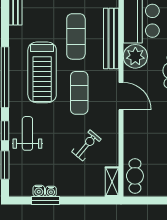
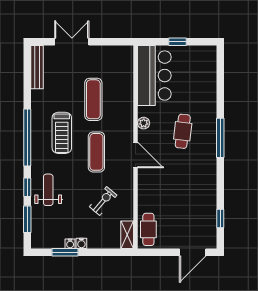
bench: (111, 39) -> (126, 101), removed
plant: (135, 56) -> (144, 123), width x0.53, depth x0.53
treadmill: (42, 72) -> (62, 133), width x0.73, depth x0.73
water cooler: (39, 191) -> (81, 243), moved

